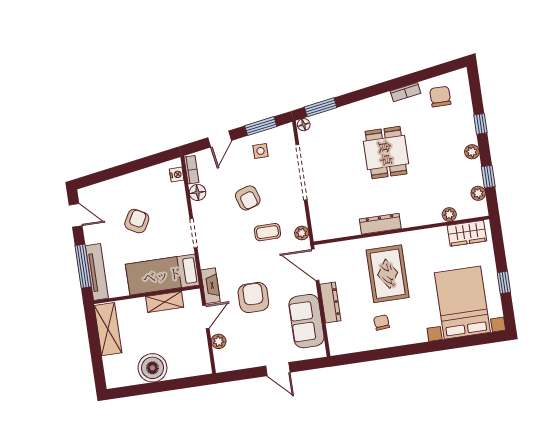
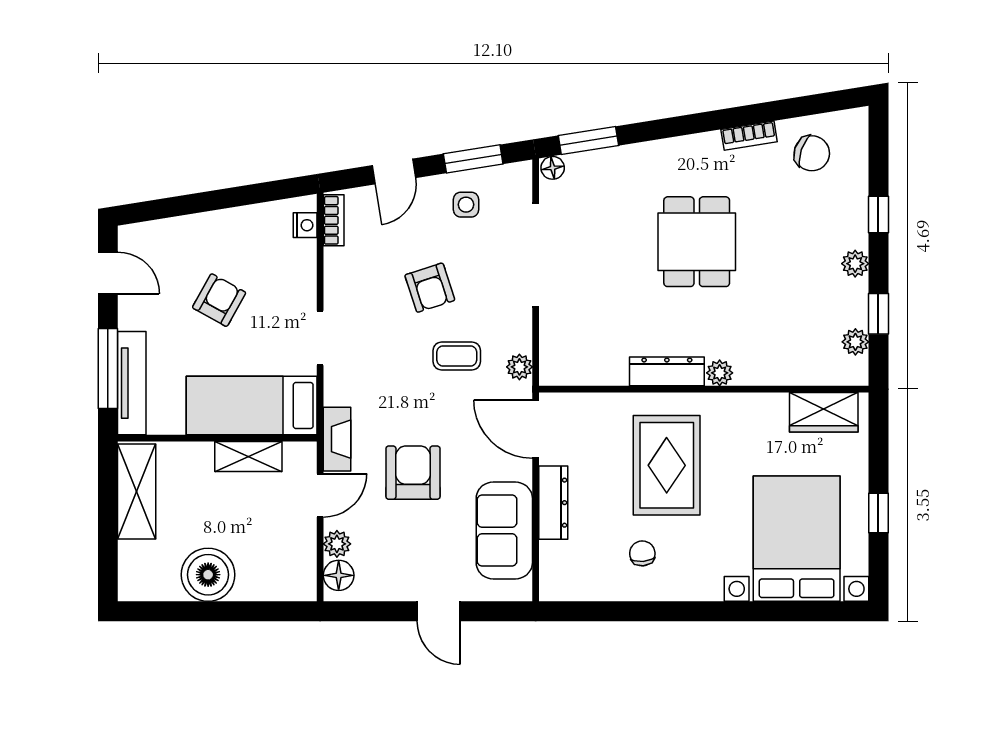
chair: (440, 97) -> (812, 153), turned 109
floor lamp: (198, 192) -> (339, 575), moved
plant: (449, 214) -> (720, 373), moved

